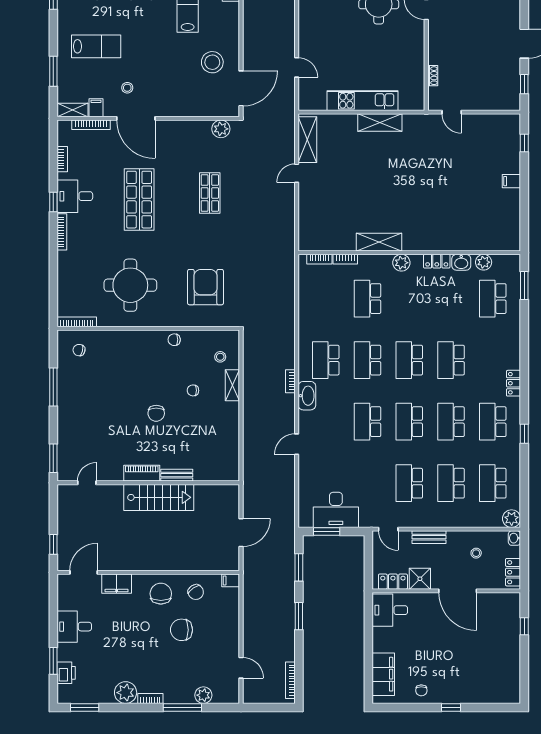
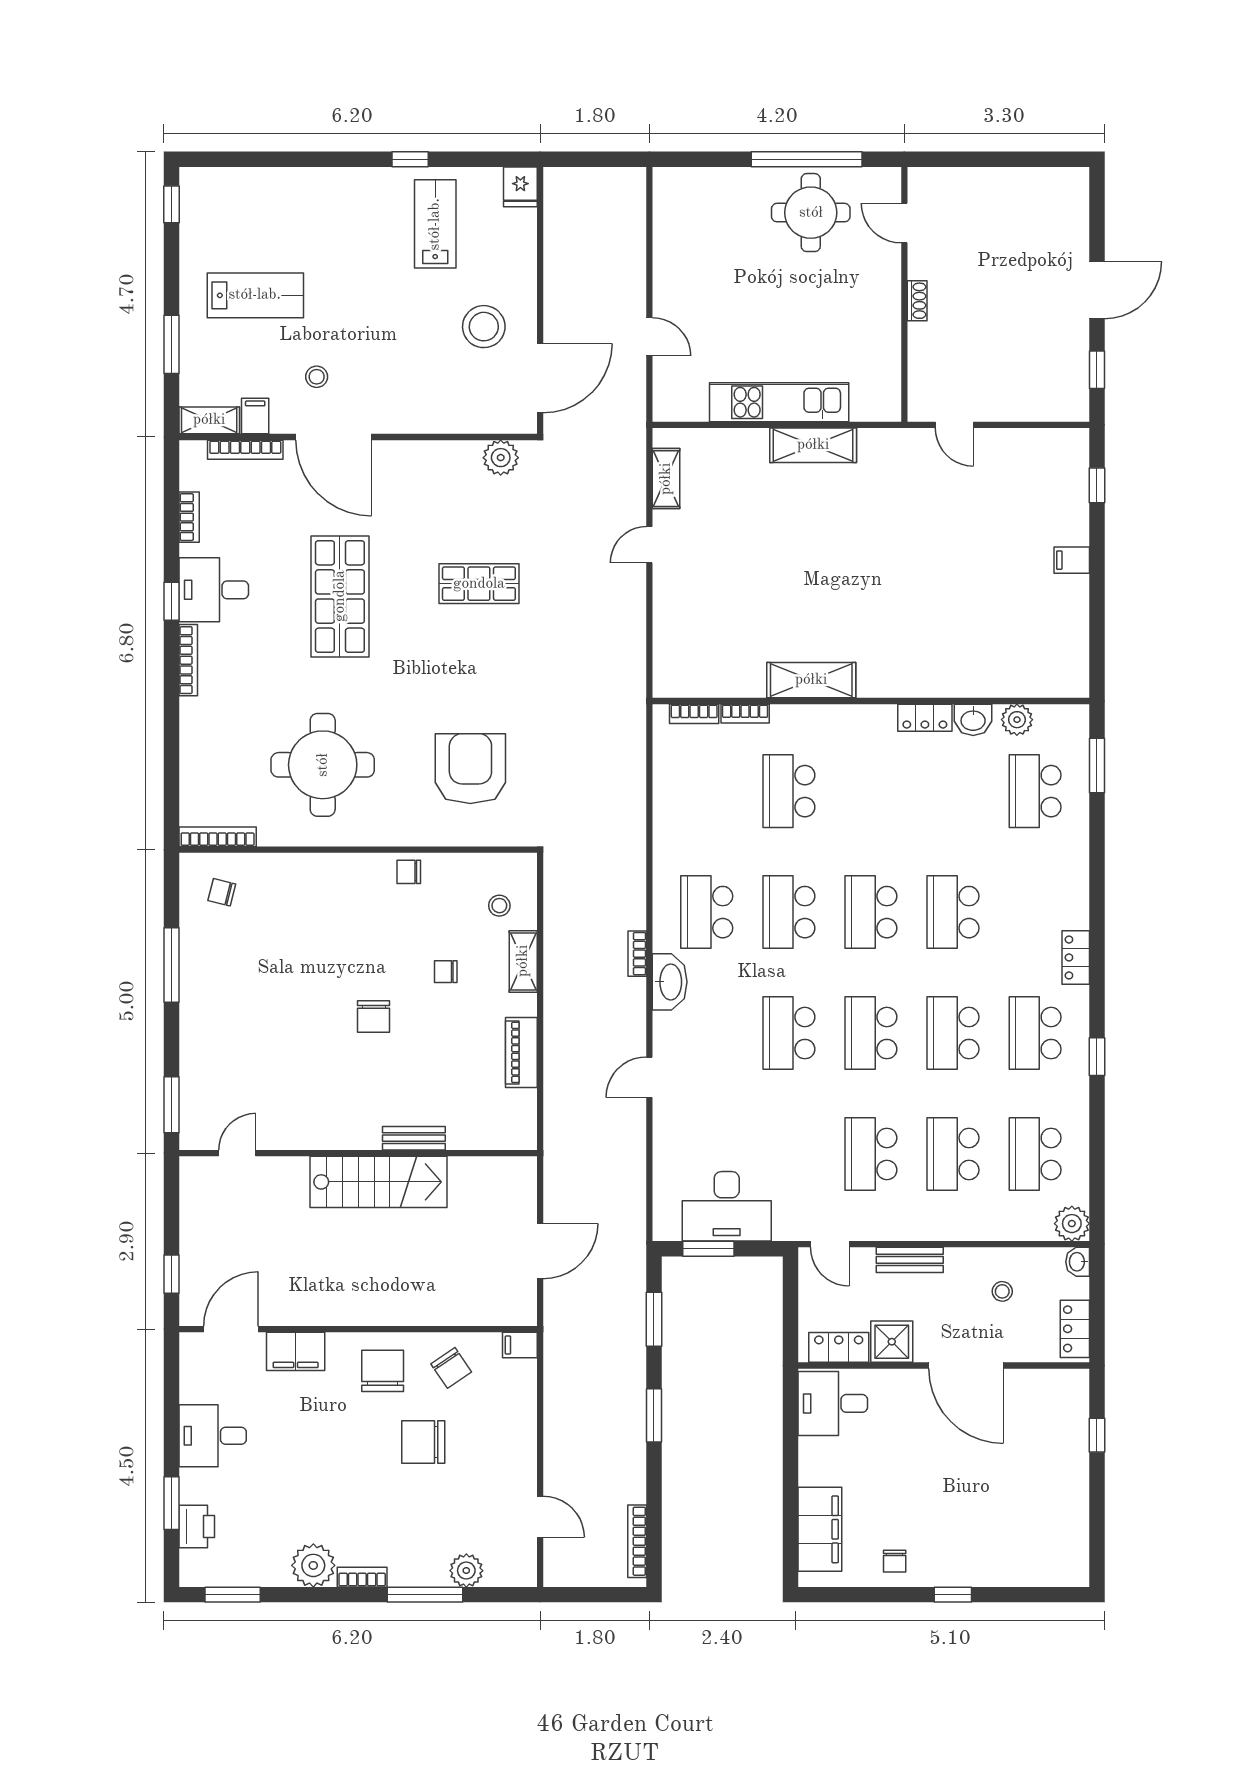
shoe rack: (433, 76) -> (917, 301), moved
shelving: (307, 140) -> (666, 479), width x0.67, depth x0.75
shop shelf: (210, 193) -> (479, 584), turned 90
plant: (401, 263) -> (855, 721), removed
piano: (142, 473) -> (521, 1052), moved, turned -90

